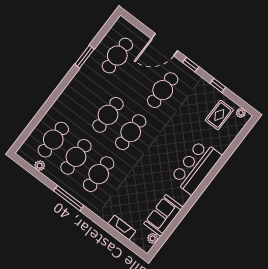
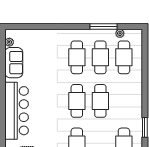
bar counter: (196, 167) -> (17, 111), width x1.36
window: (69, 198) -> (104, 27), moved
fireplace: (122, 227) -> (35, 34), removed

